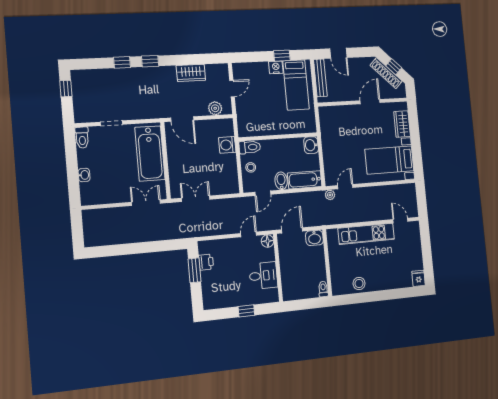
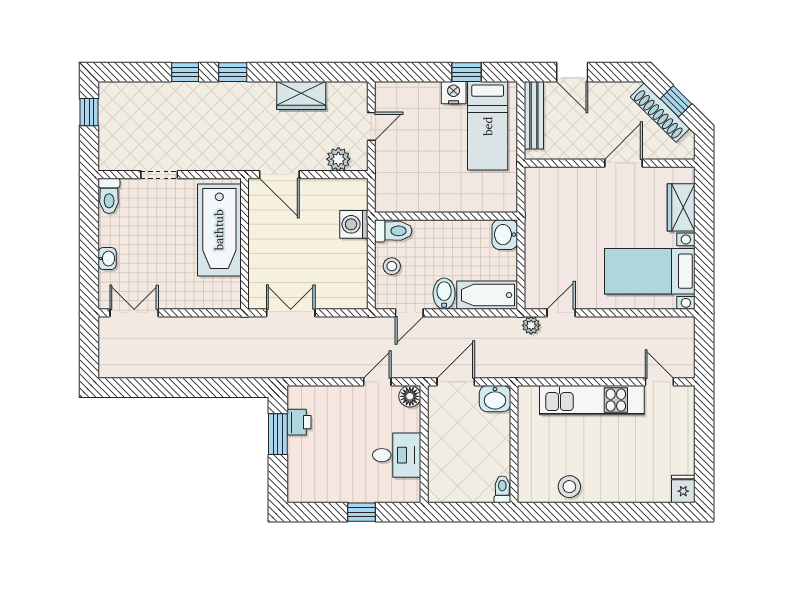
double door: (146, 203) -> (134, 313), moved

